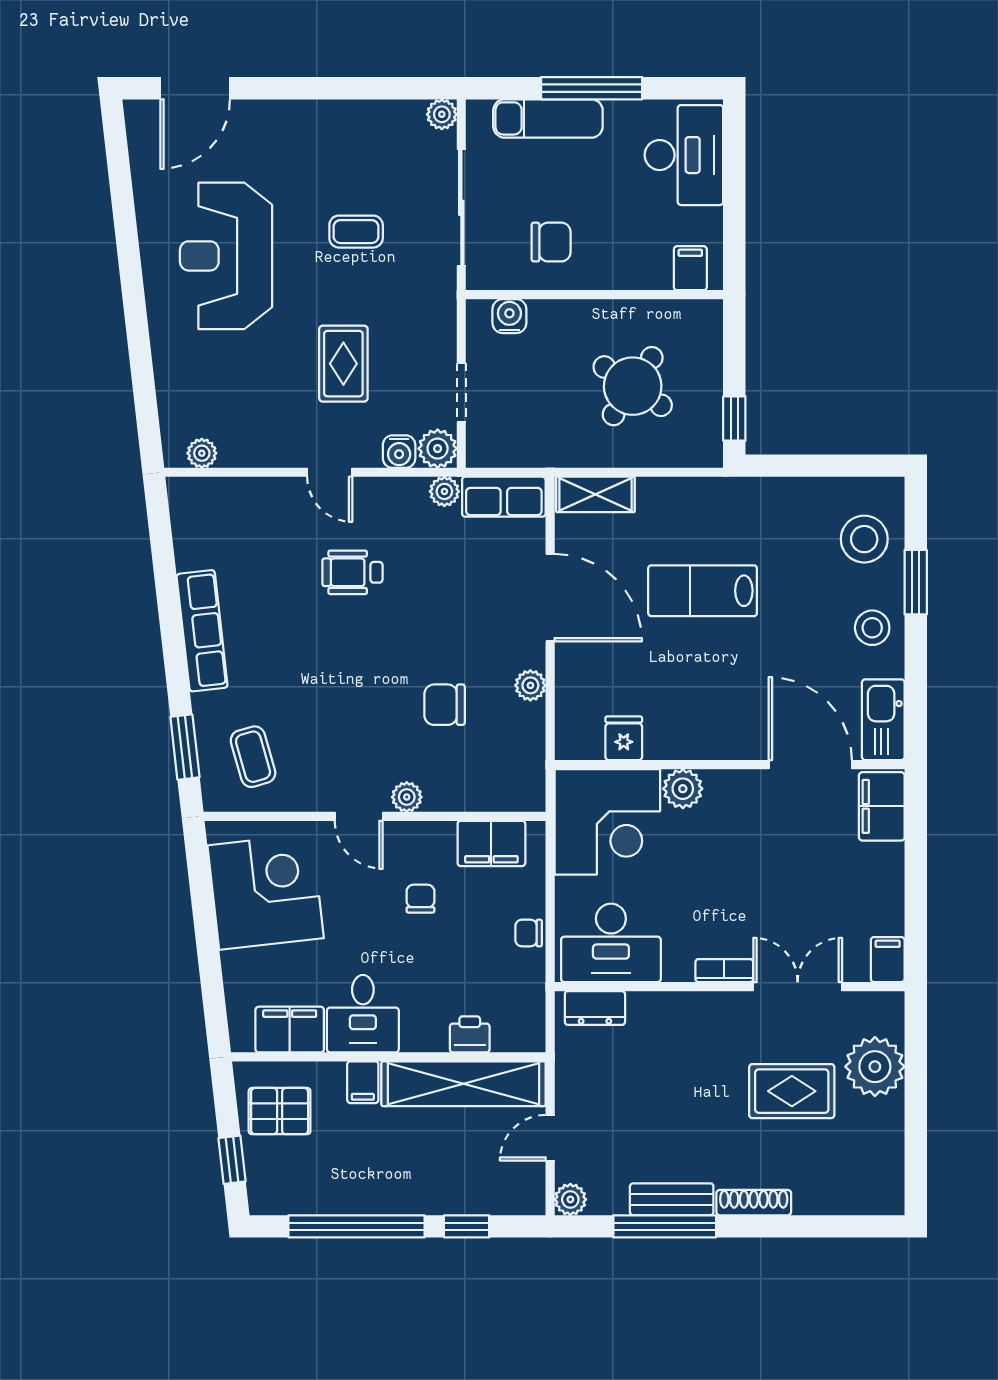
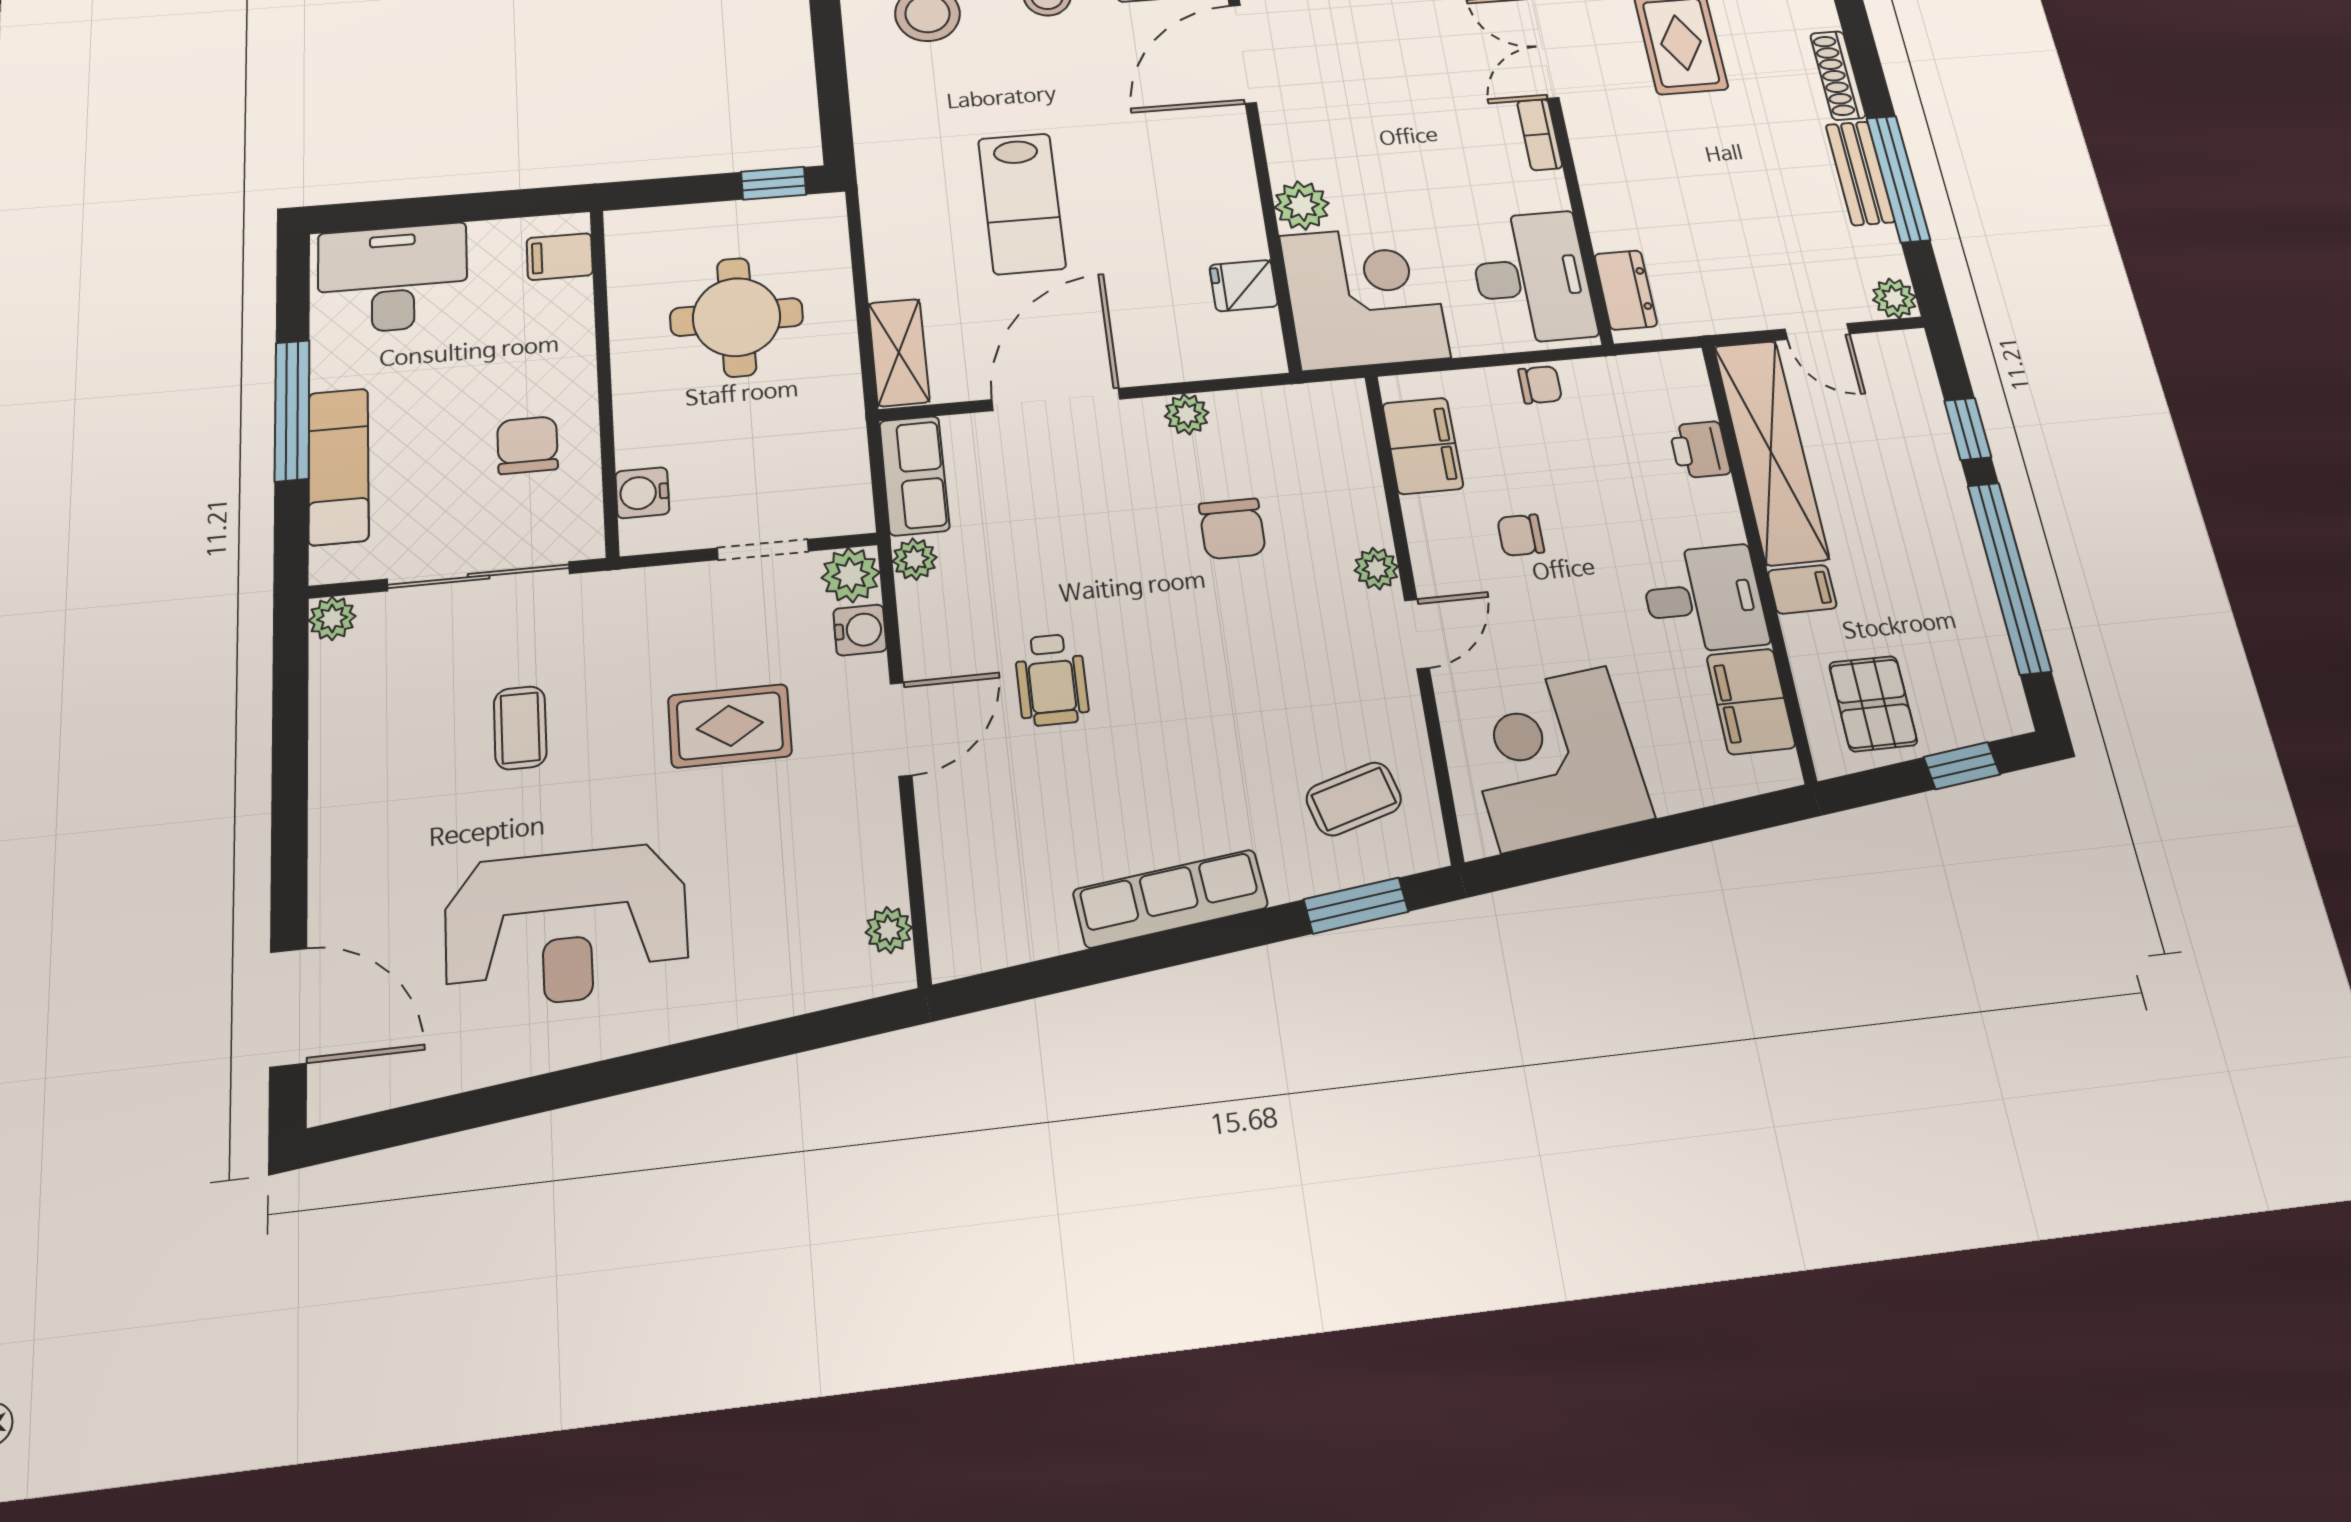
round table: (633, 386) -> (737, 317), turned -34
door: (330, 472) -> (901, 729), width x1.38
chair: (529, 933) -> (1540, 385), turned -90

